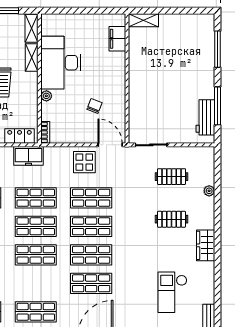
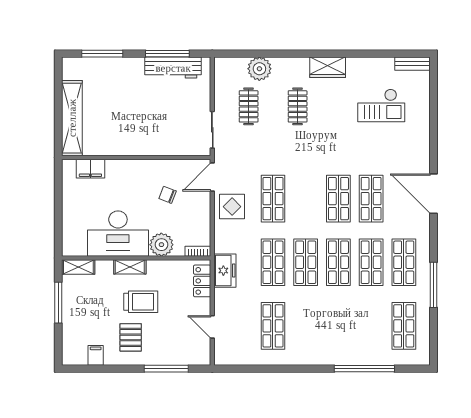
shelving: (143, 20) -> (72, 118), width x2.20, depth x1.33
shelving: (32, 57) -> (130, 267), moved
plant: (46, 96) -> (161, 245), width x1.87, depth x1.87
workbench: (205, 117) -> (173, 68), width x1.38
plant: (209, 191) -> (259, 69), width x1.87, depth x1.87
shop shelf: (91, 226) -> (371, 262), moved

